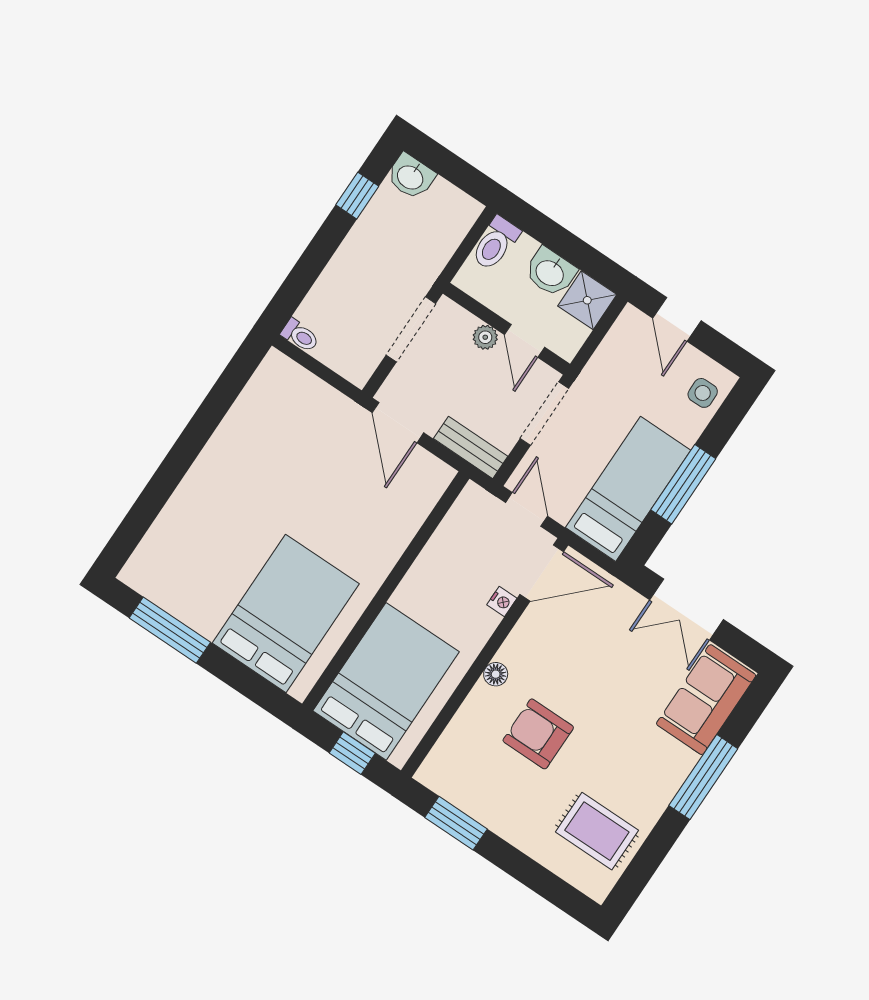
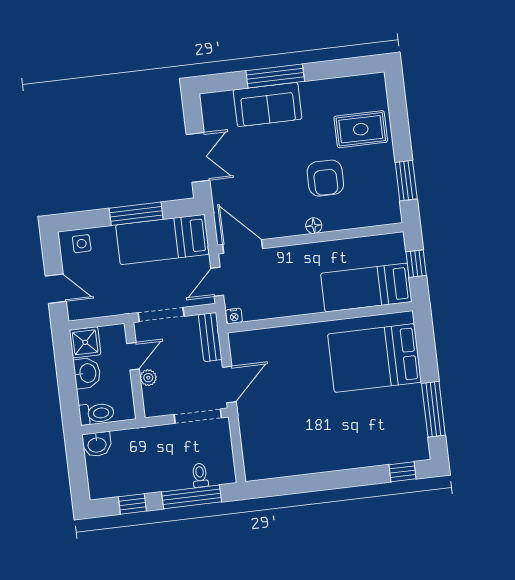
washbasin: (411, 177) -> (97, 444), moved, turned 90
window: (307, 270) -> (192, 497), added
door: (677, 319) -> (56, 289), hinge flipped
doorway: (411, 329) -> (198, 416), moved
toilet: (300, 336) -> (200, 475), moved
window: (129, 534) -> (402, 472), added
nightstand: (502, 601) -> (234, 316), moved, turned 180
bed: (386, 681) -> (366, 288), width x0.67
sofa: (706, 700) -> (268, 104), moved
rug: (597, 831) -> (361, 129), moved, turned 90

